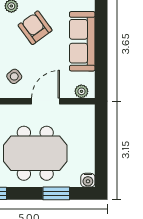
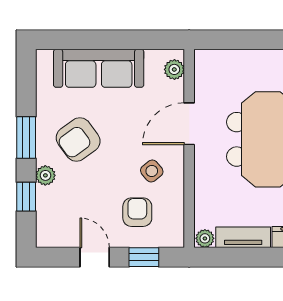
door: (46, 101) -> (189, 124), hinge flipped

